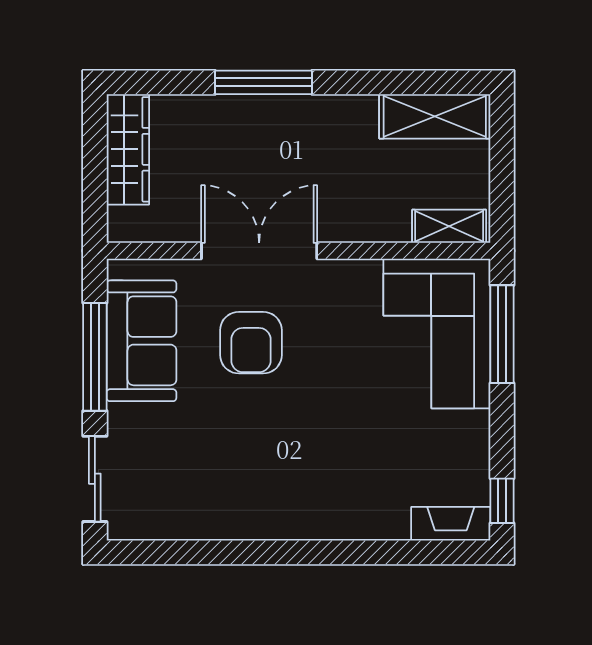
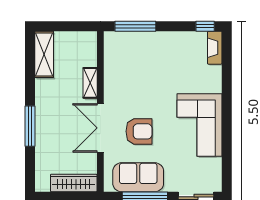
wardrobe: (128, 149) -> (74, 183), moved
shelving: (449, 226) -> (90, 83), moved
corner sofa: (437, 334) -> (199, 125), moved, turned 90

